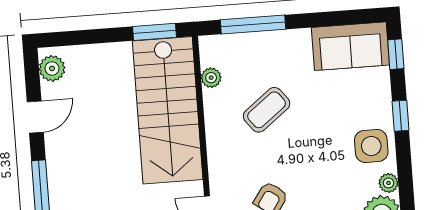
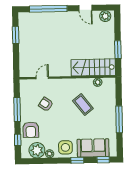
window: (253, 25) -> (119, 119), moved
window: (154, 32) -> (118, 50), moved
sofa: (350, 46) -> (93, 148), moved, turned 90
stairs: (168, 110) -> (93, 67), width x0.73, depth x0.66

